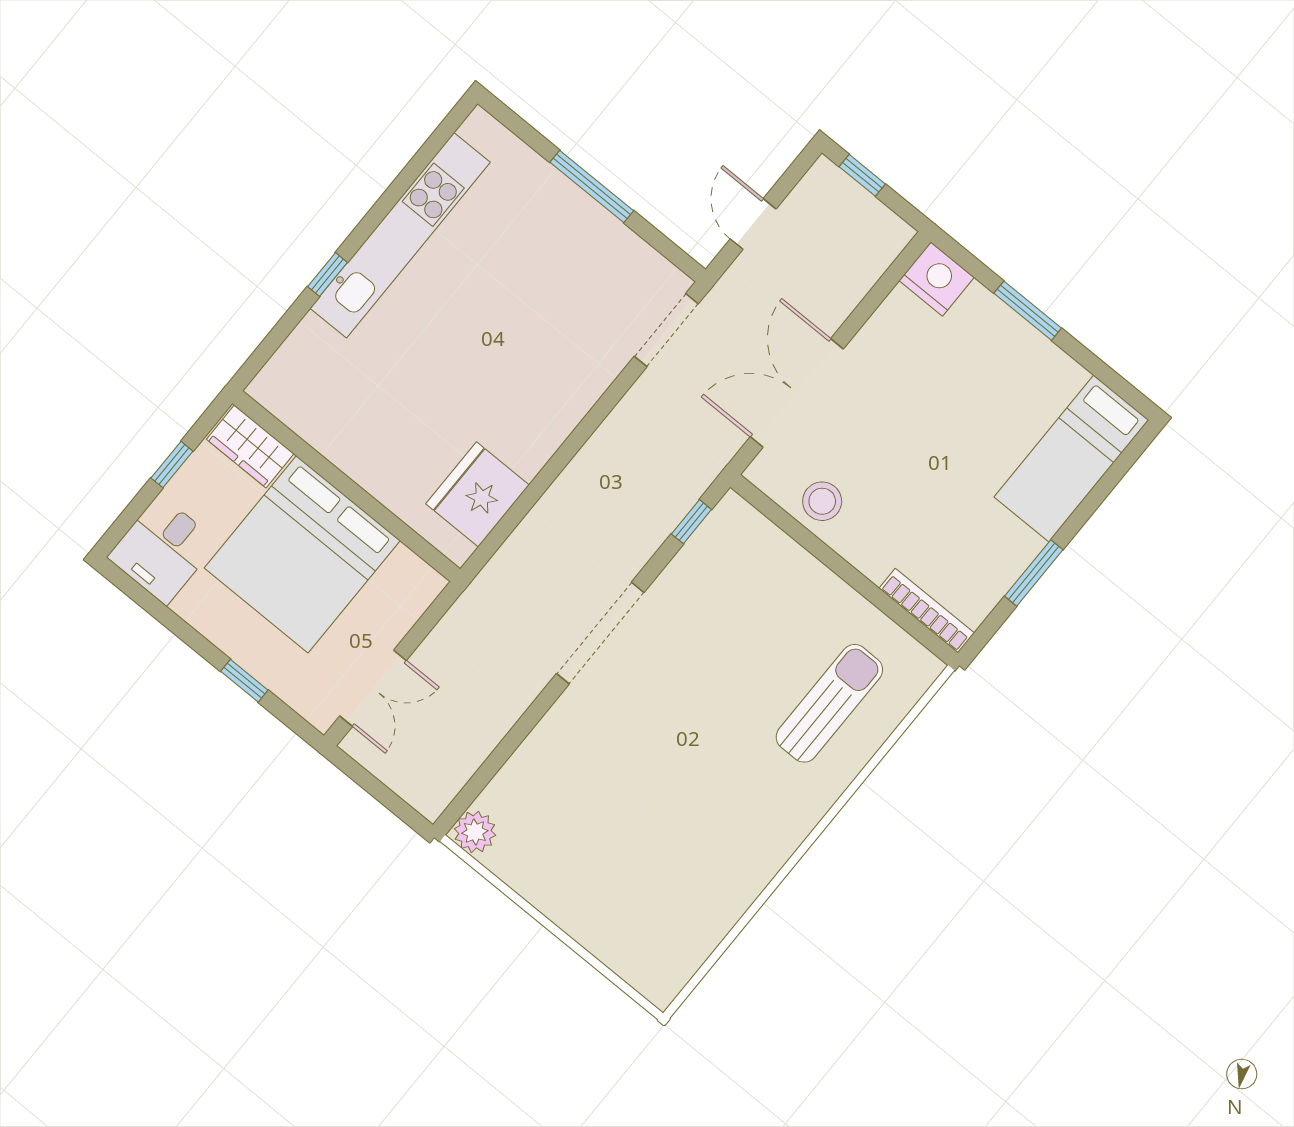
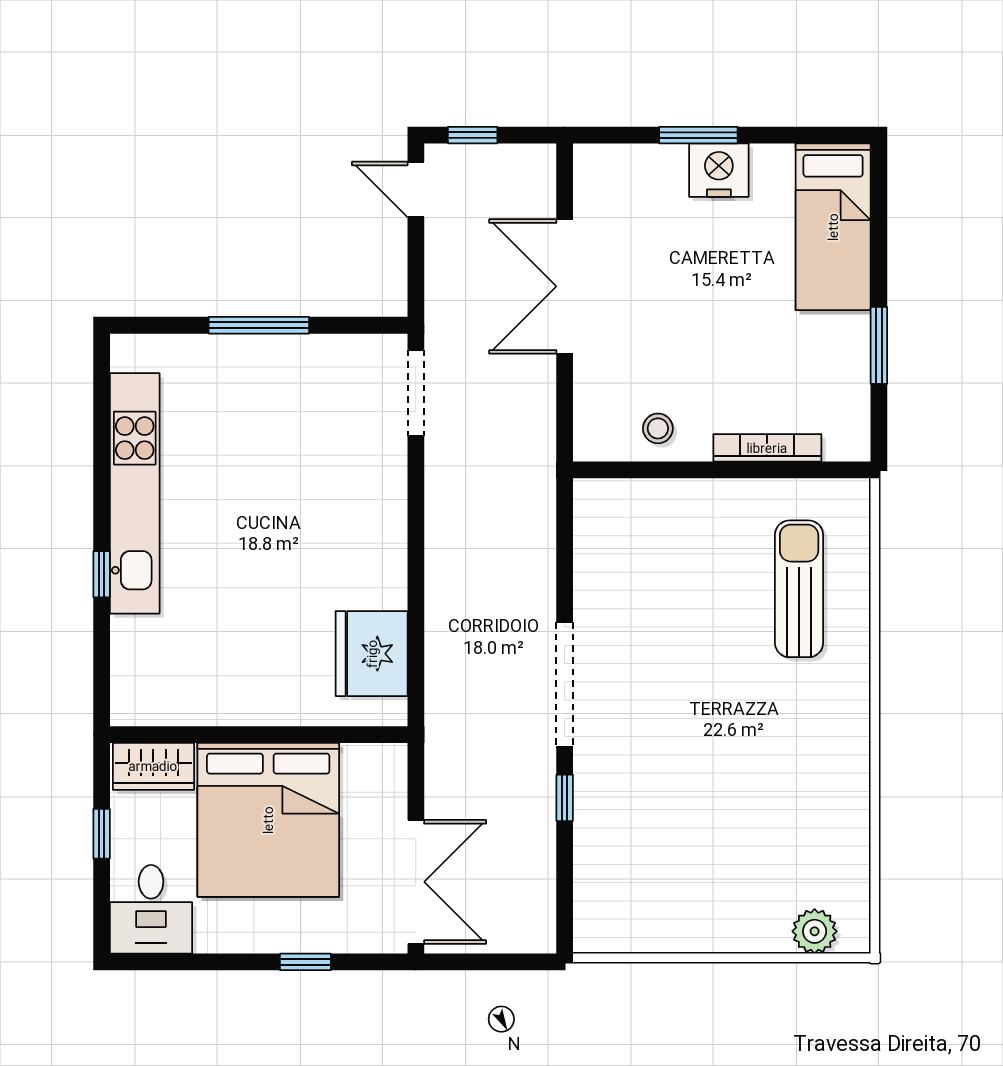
door: (753, 224) -> (416, 190), moved
nightstand: (937, 279) -> (719, 170), moved
double door: (797, 393) -> (565, 286), moved
stool: (822, 501) -> (658, 428), width x0.73, depth x0.73
window: (691, 522) -> (565, 798), moved
bookcase: (927, 611) -> (767, 448), moved
double door: (373, 688) -> (416, 882), width x1.37
plant: (475, 832) -> (815, 931), moved

